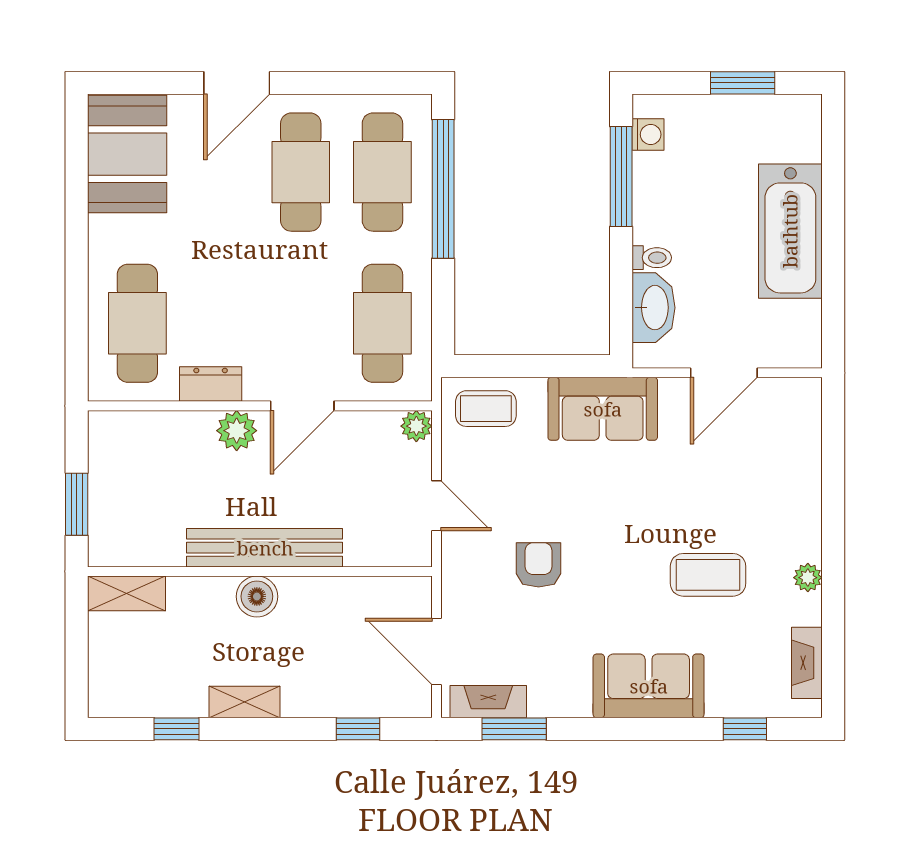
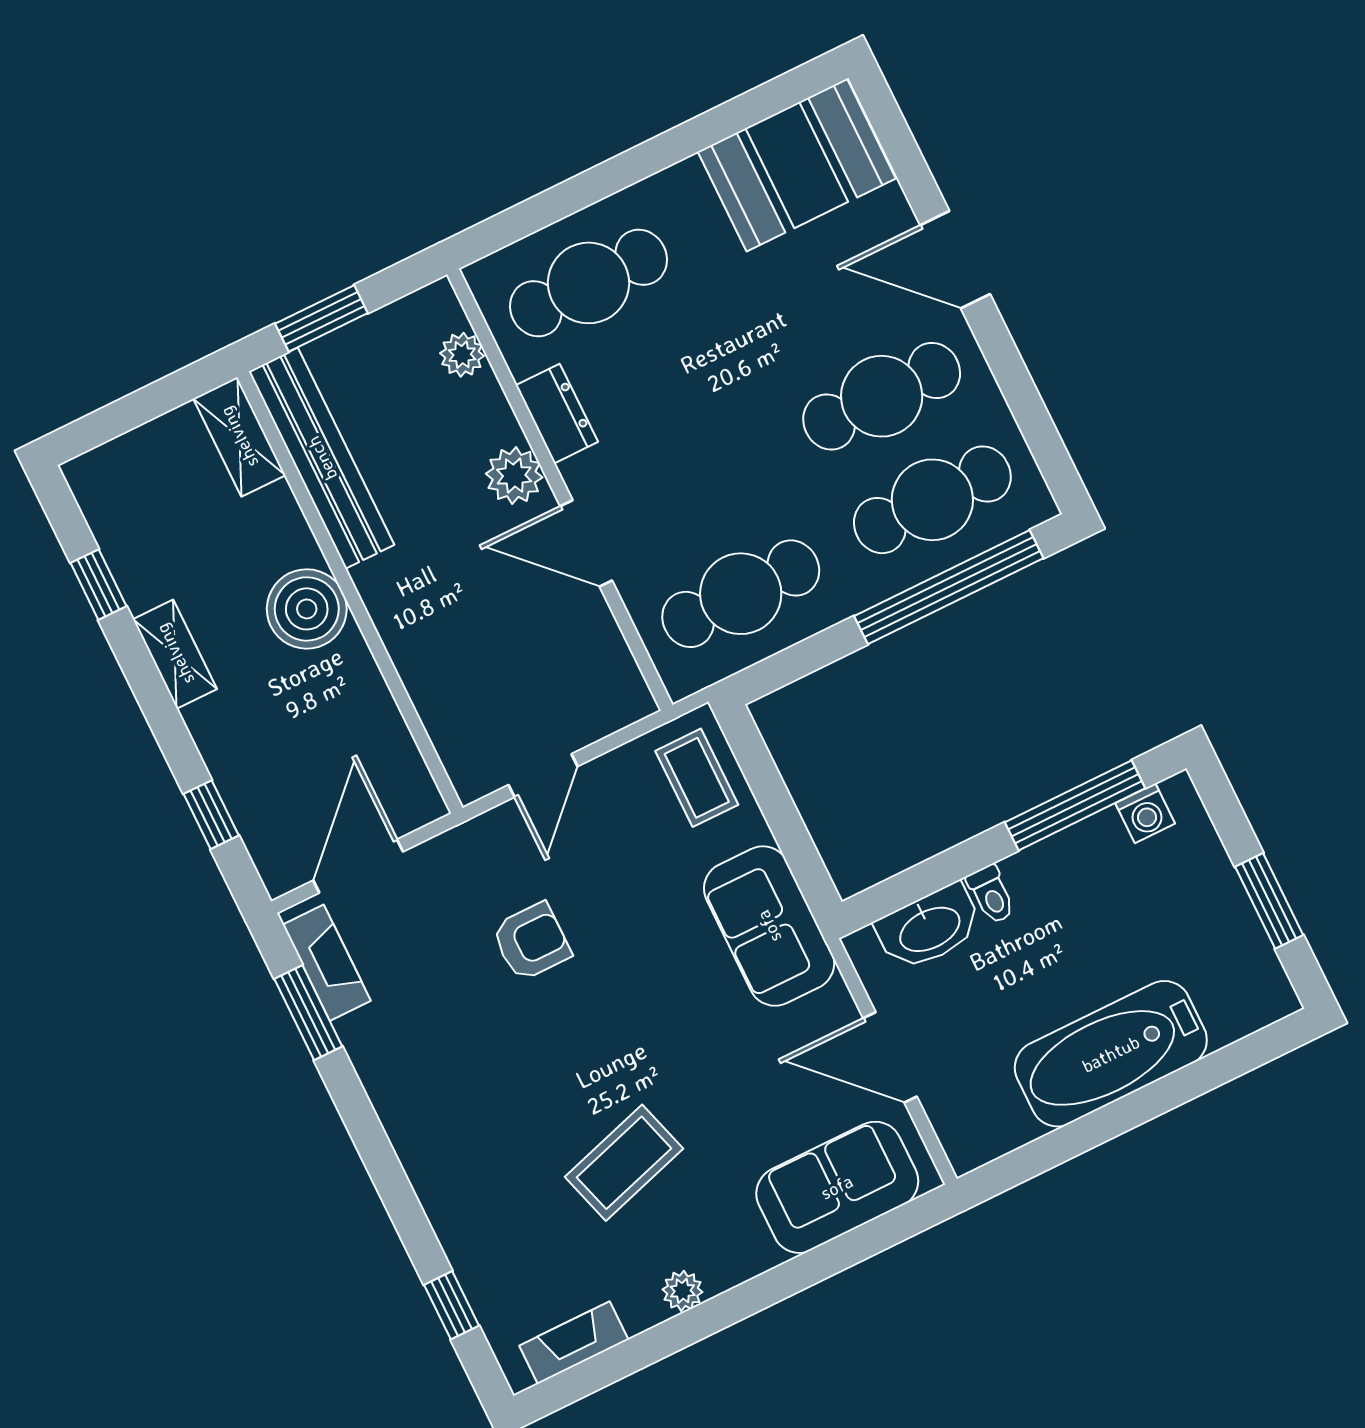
plant: (416, 426) -> (462, 355), moved
bench: (265, 548) -> (322, 458), moved
coffee table: (708, 575) -> (624, 1163), turned 73
boiler: (257, 596) -> (307, 609), width x1.37, depth x1.37
sofa: (649, 686) -> (837, 1187), moved, turned -90

